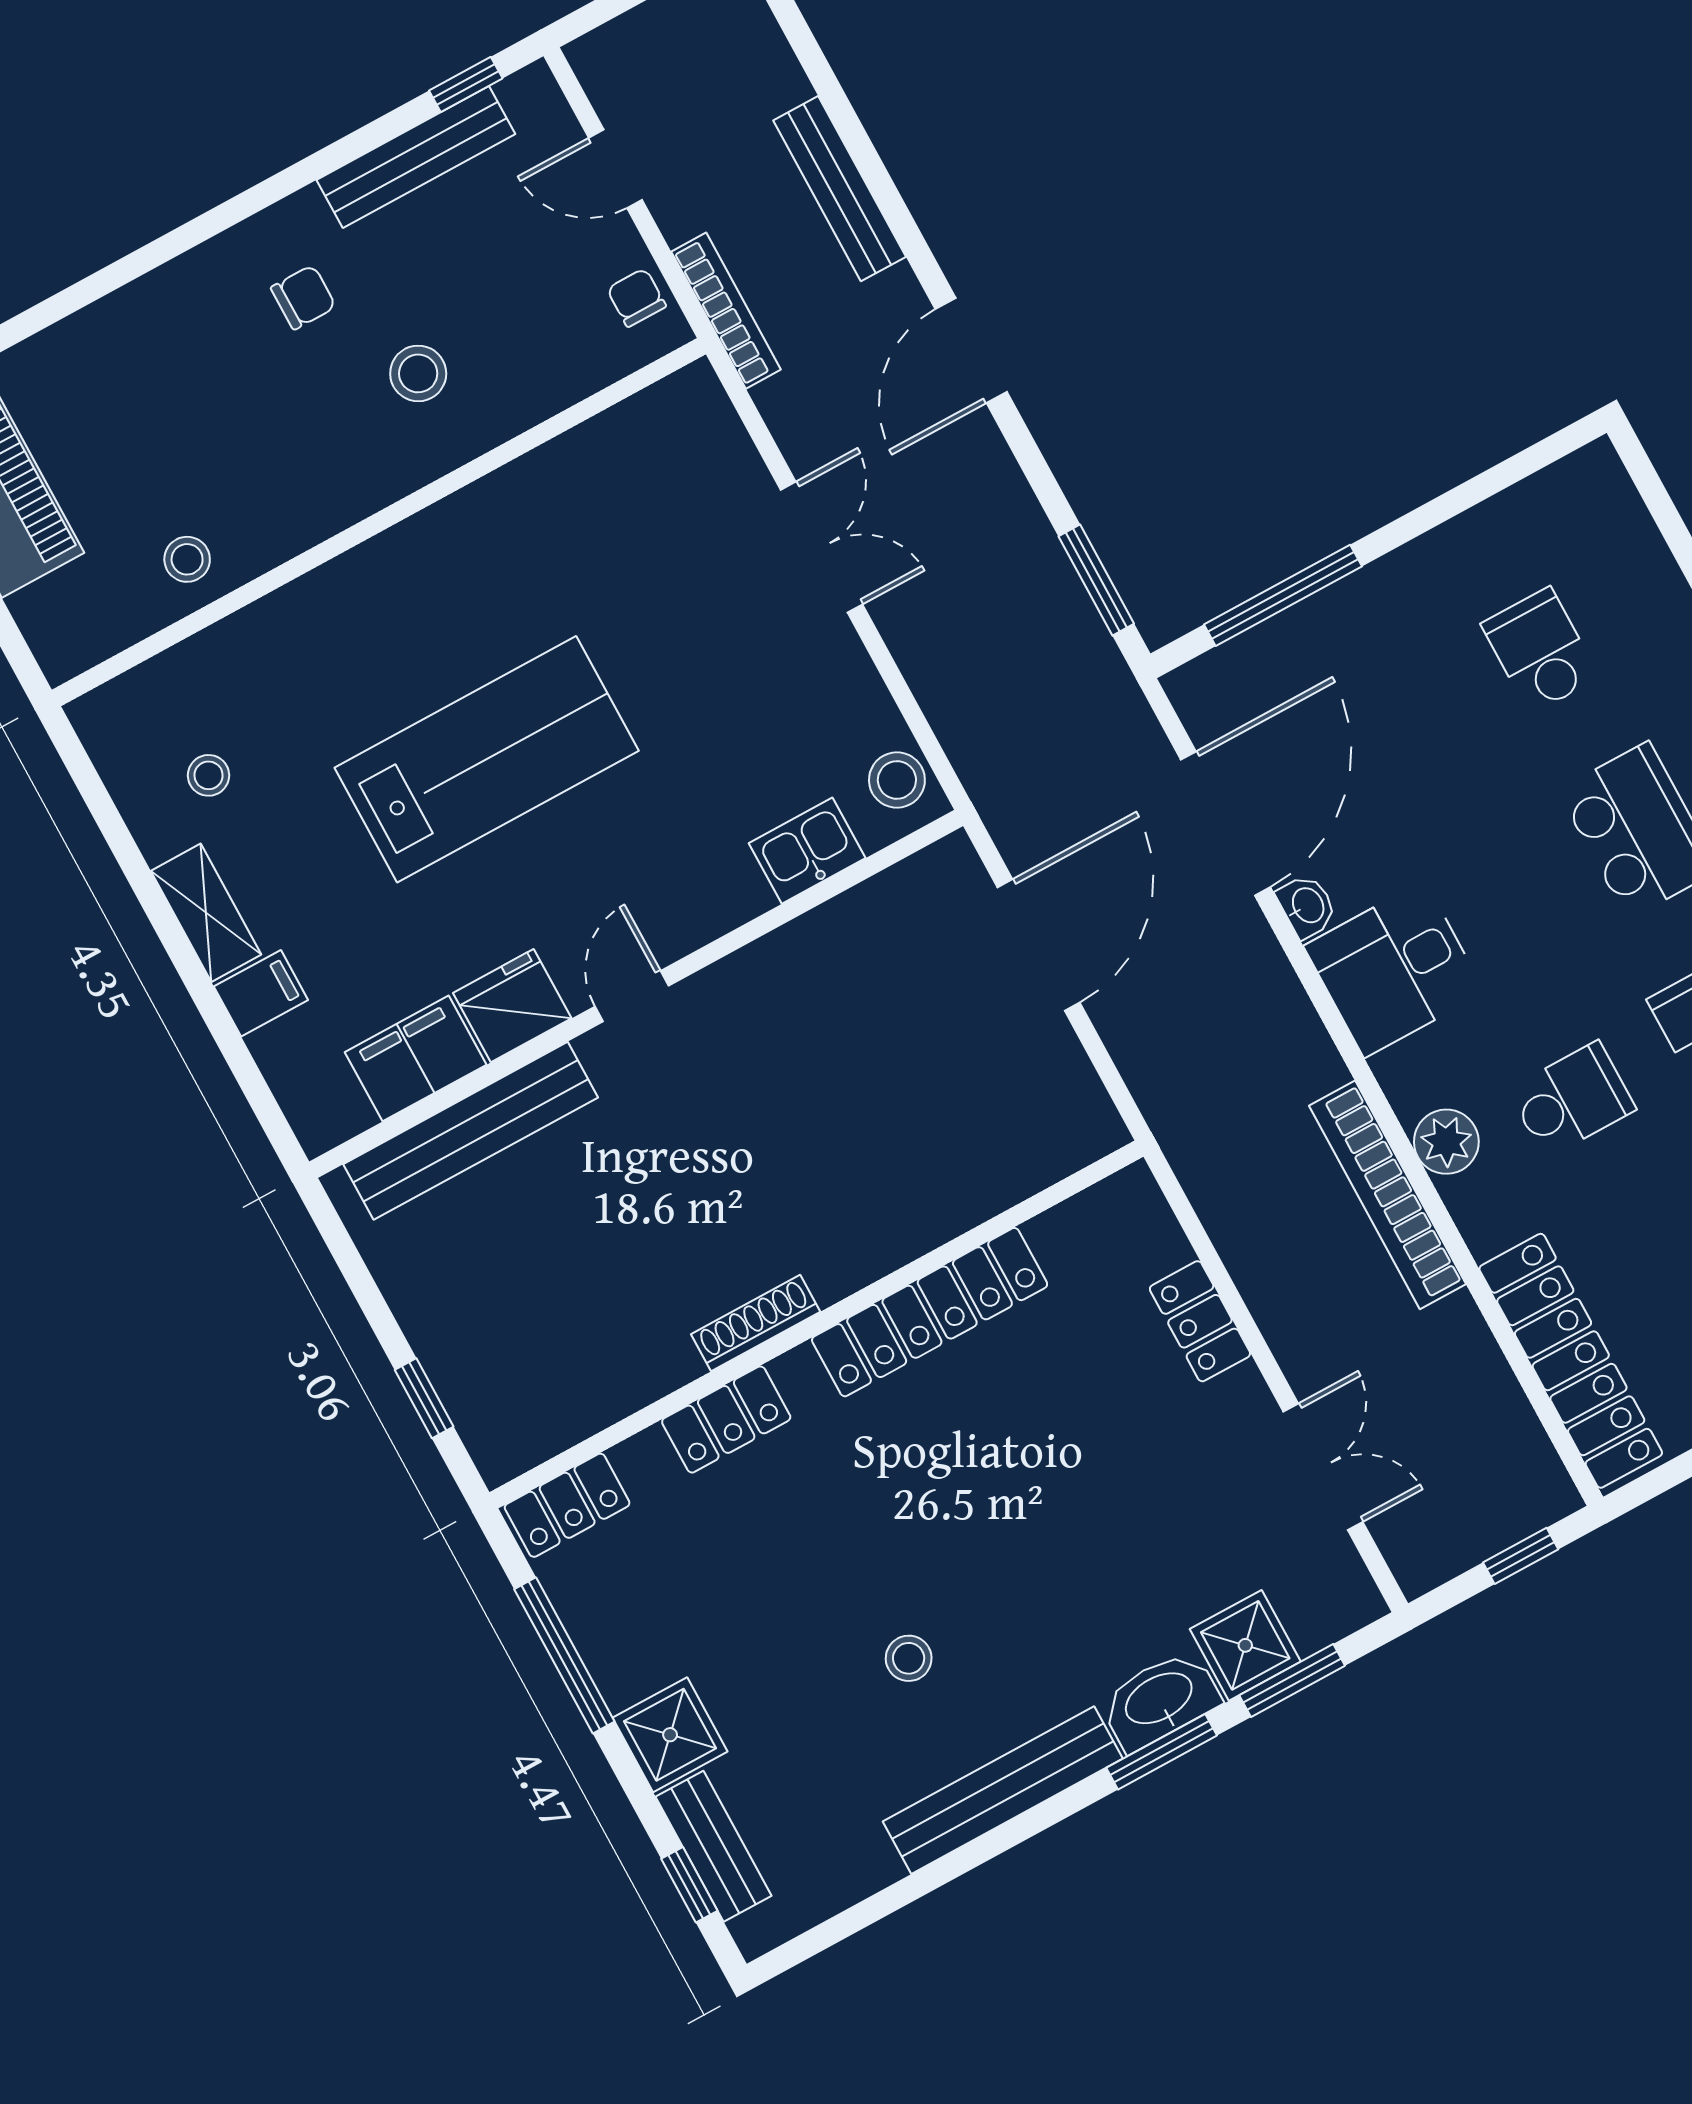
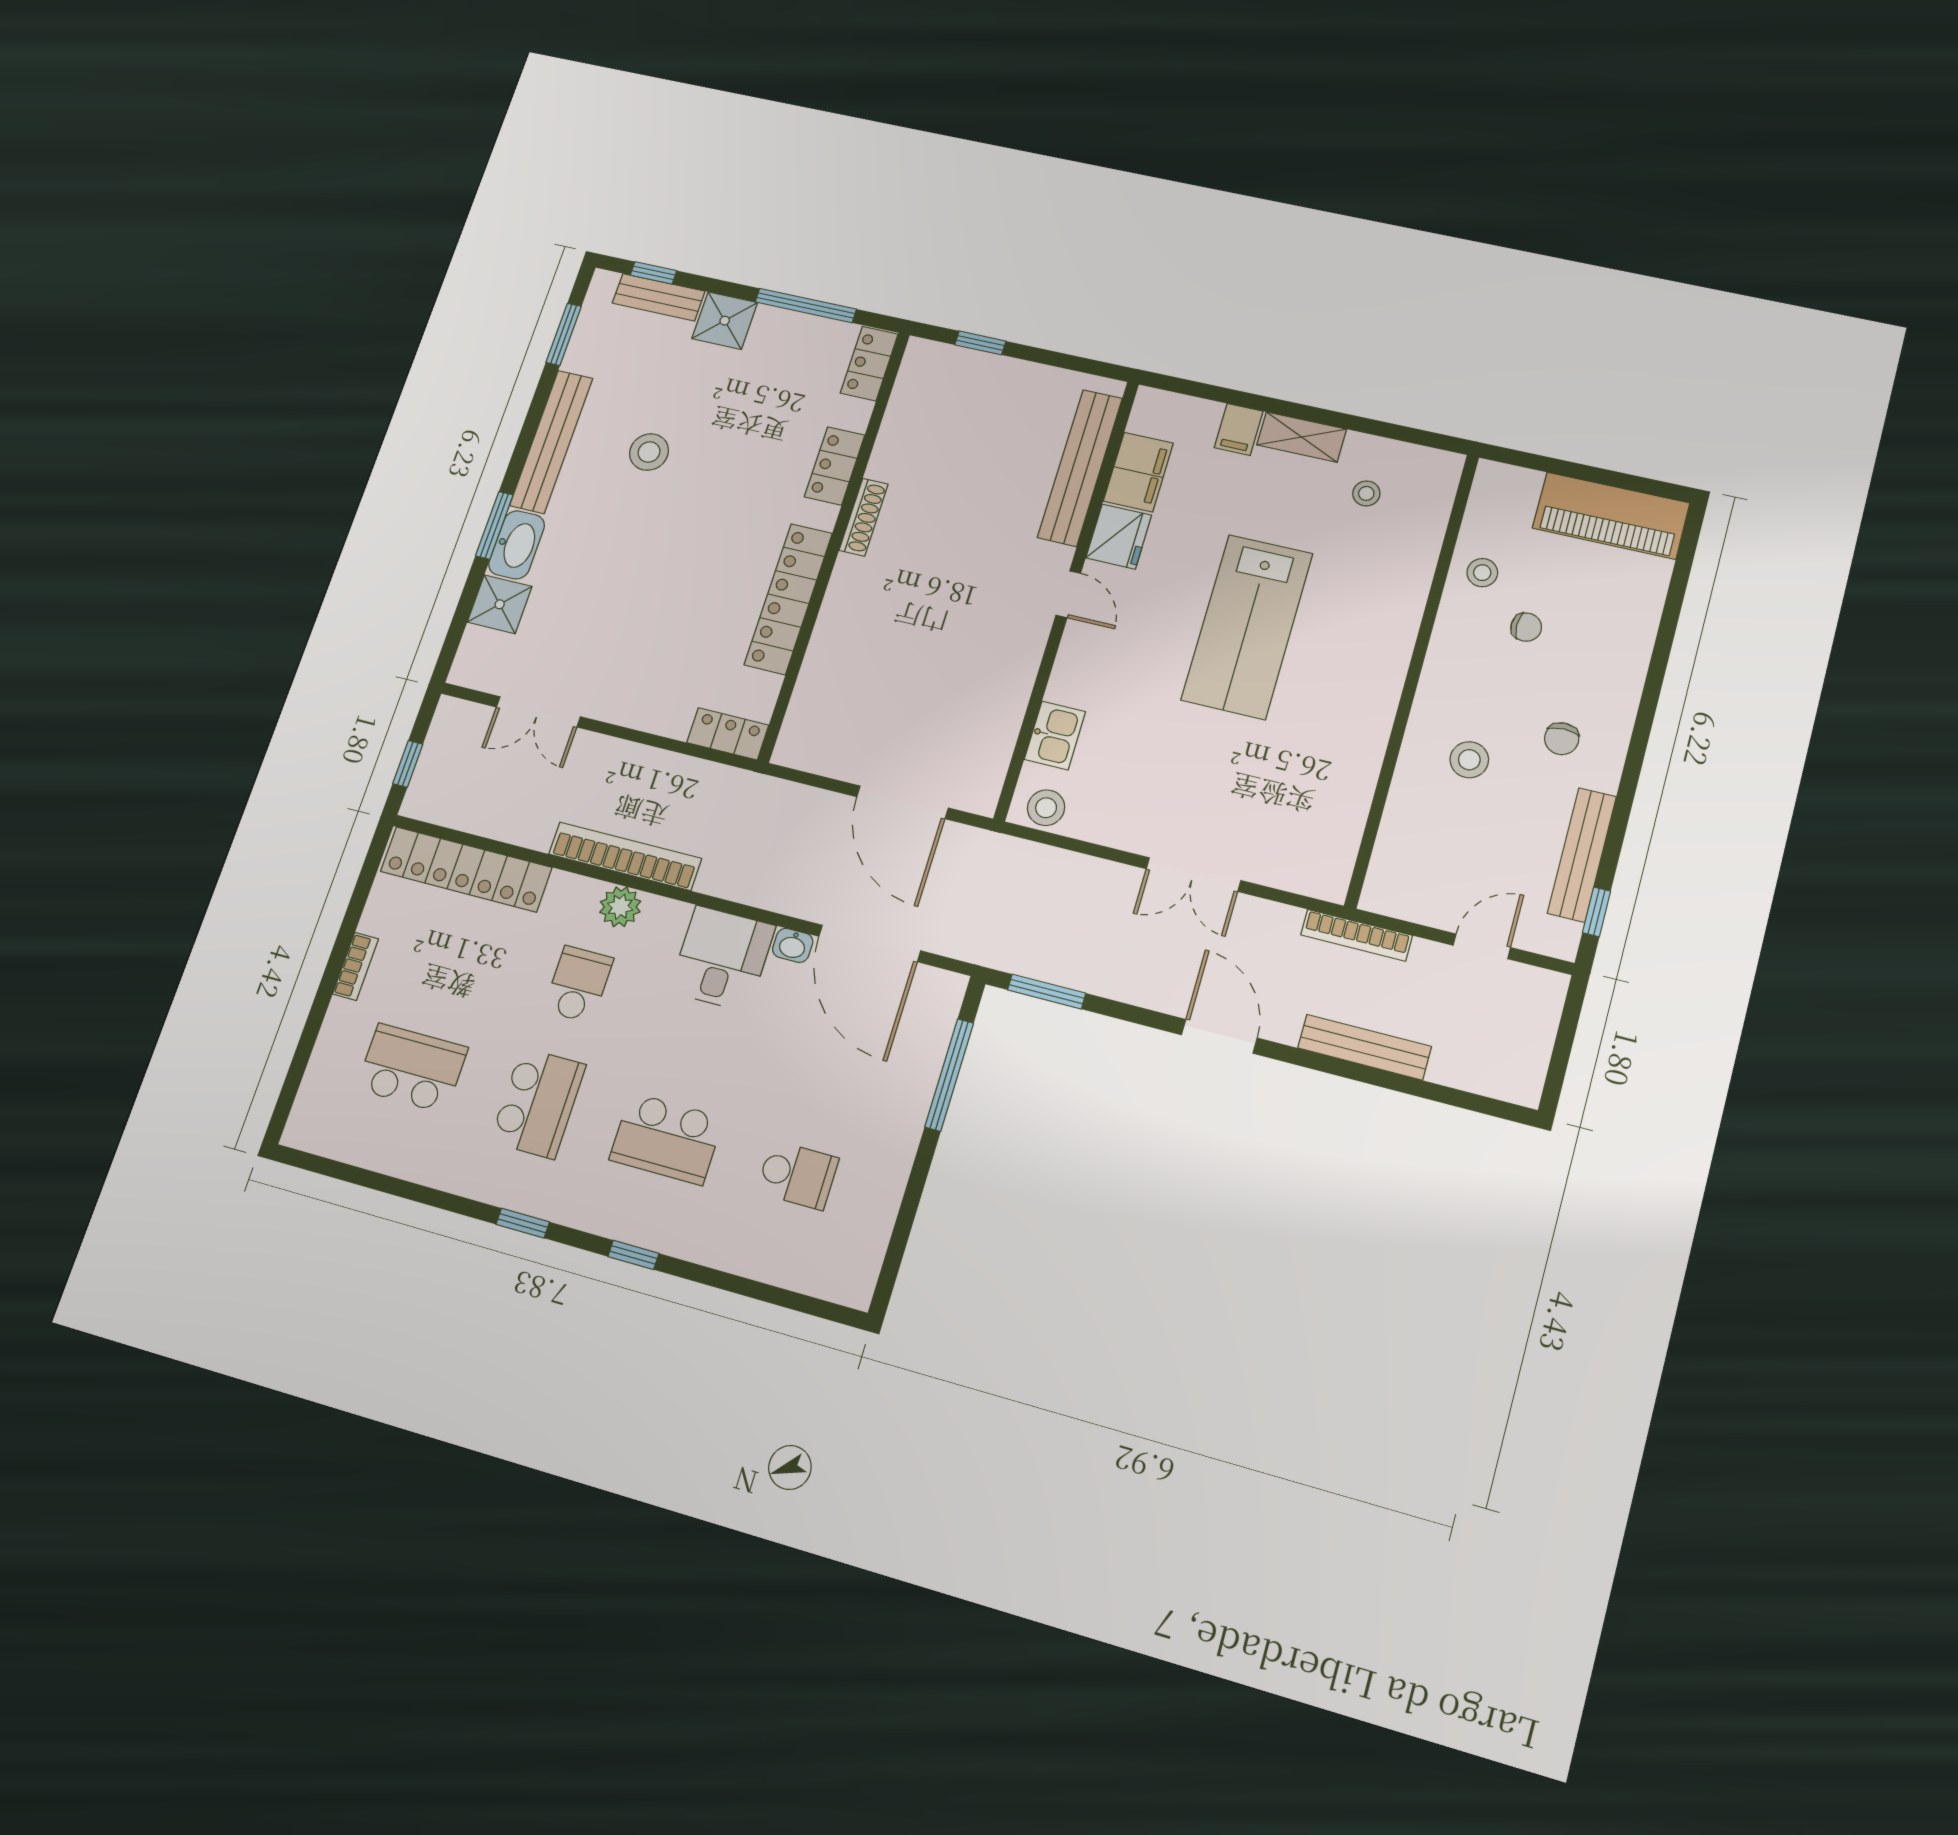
chair: (636, 298) -> (1526, 627), moved
school desk: (1572, 1100) -> (578, 984), turned 180
locker: (1200, 1321) -> (728, 734), moved
stool: (909, 1658) -> (649, 452), width x1.37, depth x1.37
window: (1292, 1680) -> (564, 334), moved

